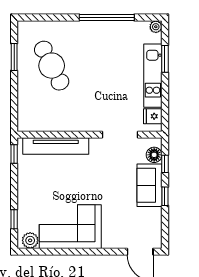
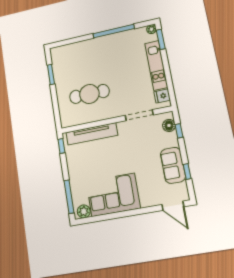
window: (165, 59) -> (161, 39), moved
cafe table: (52, 66) -> (89, 94), moved, turned -63
sofa: (150, 185) -> (173, 165), moved
window: (165, 196) -> (187, 171), moved
window: (14, 219) -> (69, 197), width x2.17

